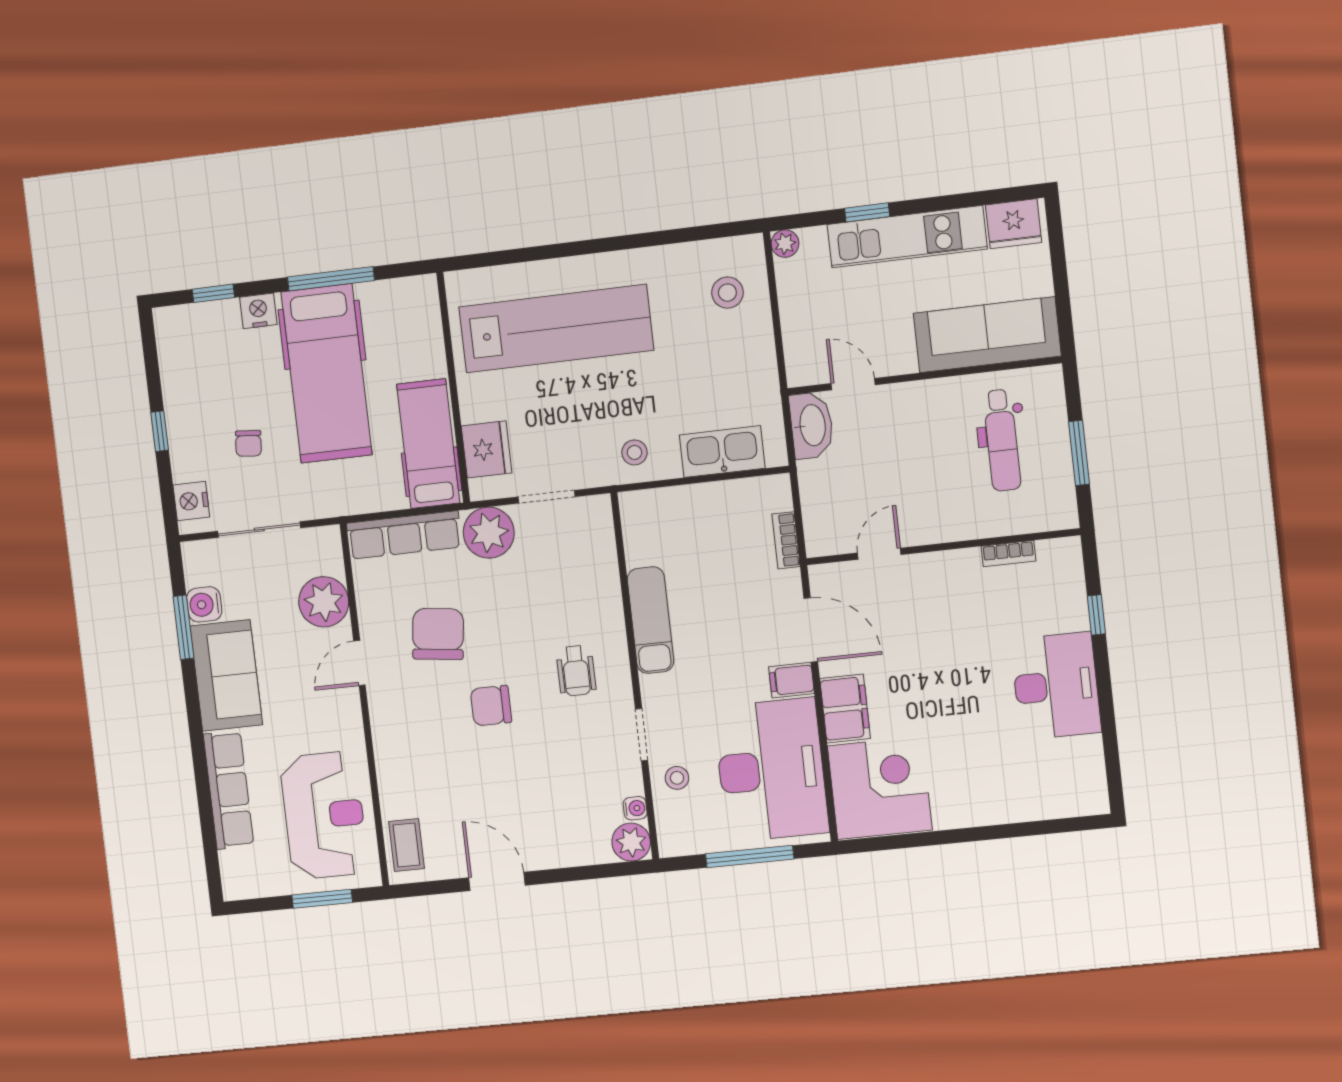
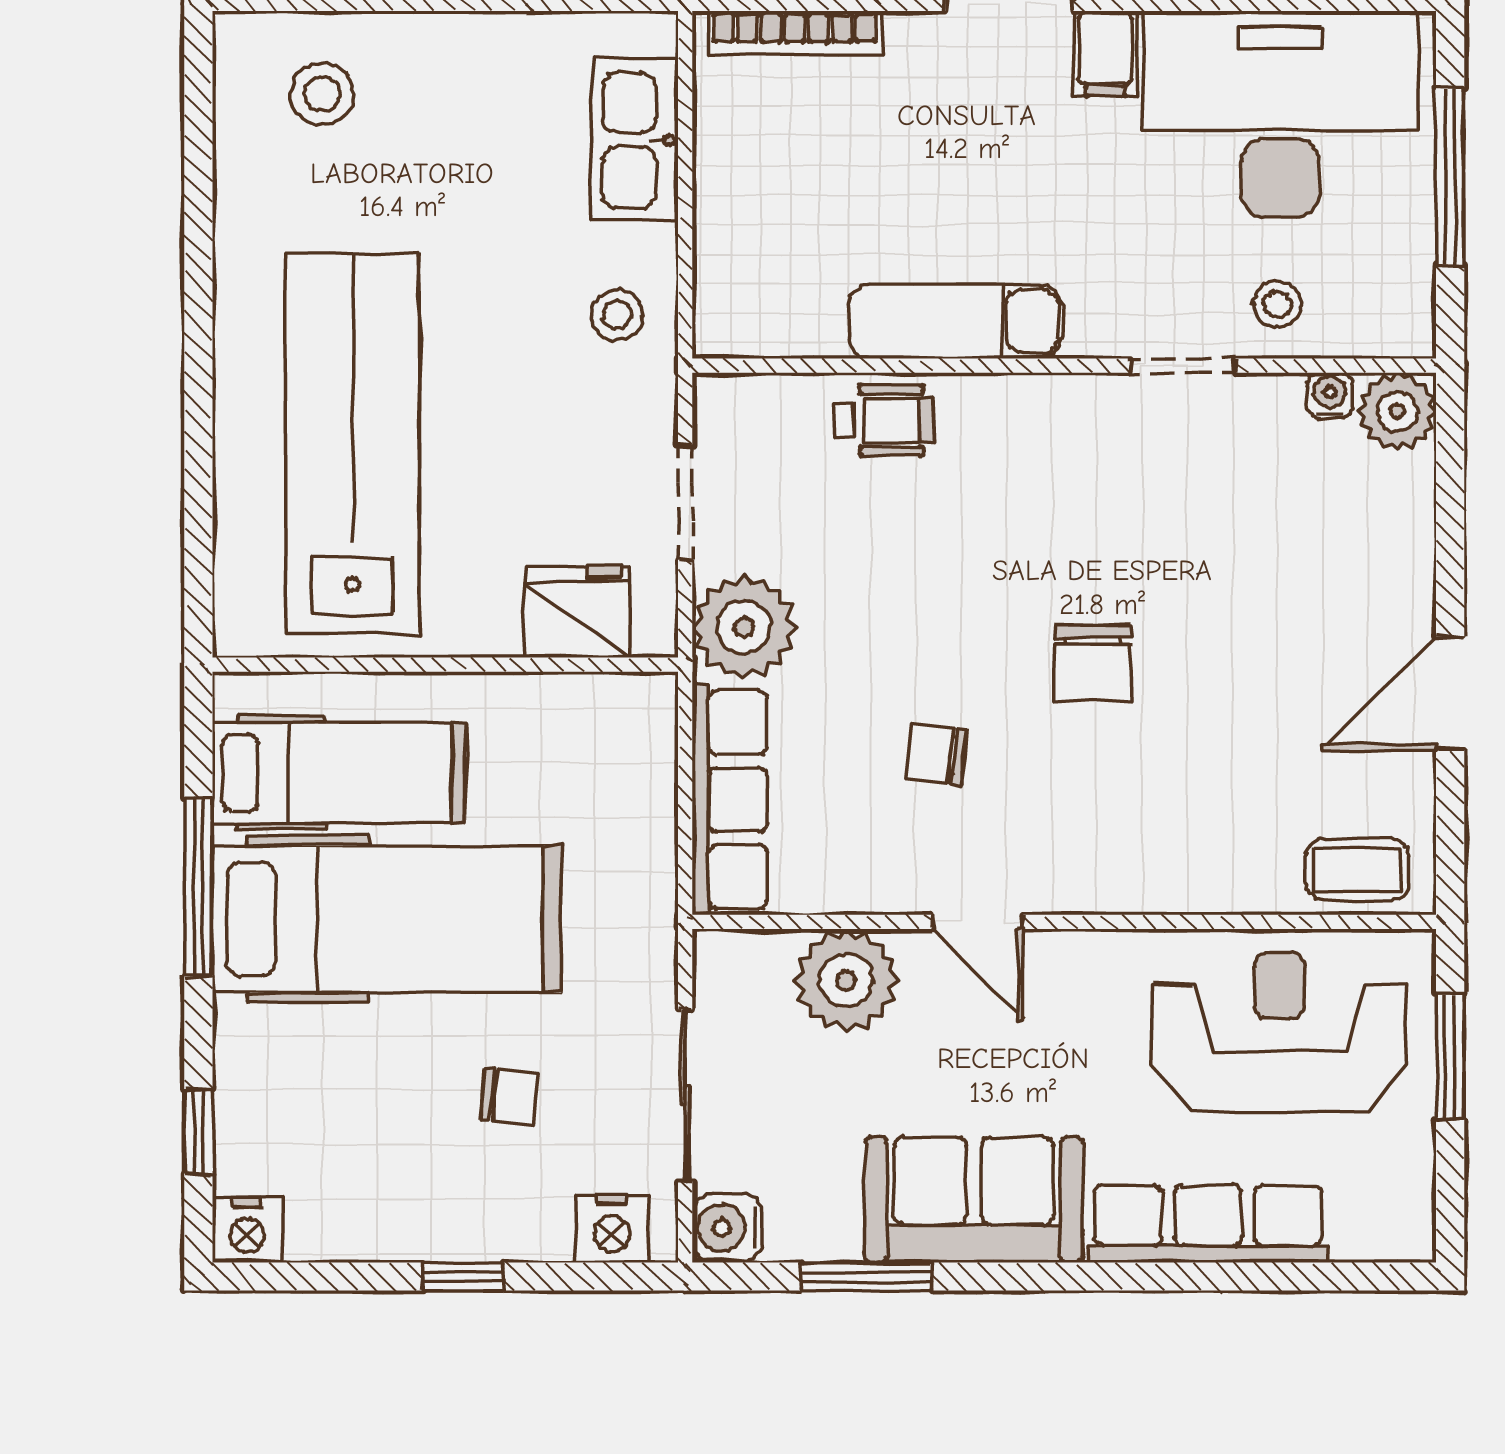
nightstand: (258, 311) -> (247, 1230), moved, turned -90
hospital bed: (428, 444) -> (339, 773), moved, turned 180
bookcase: (786, 540) -> (795, 33), width x1.56
water cooler: (204, 604) -> (727, 1228), moved, turned 90
chair: (438, 634) -> (937, 754), width x0.54, depth x0.54
wheelchair: (576, 671) -> (883, 420), moved

